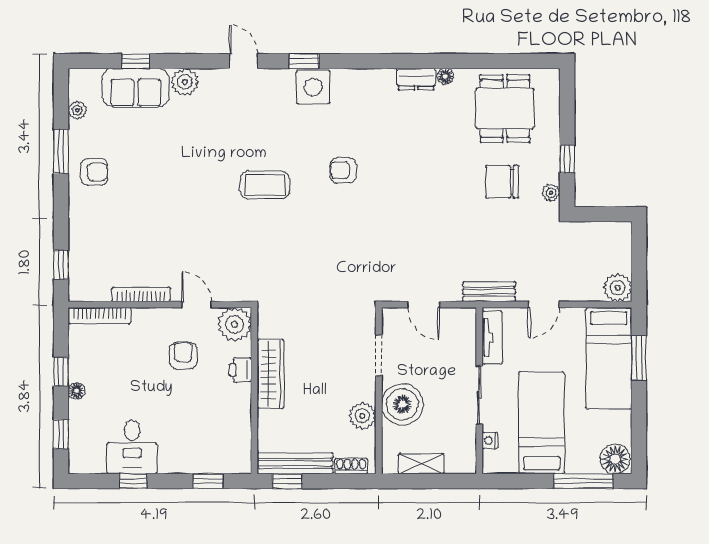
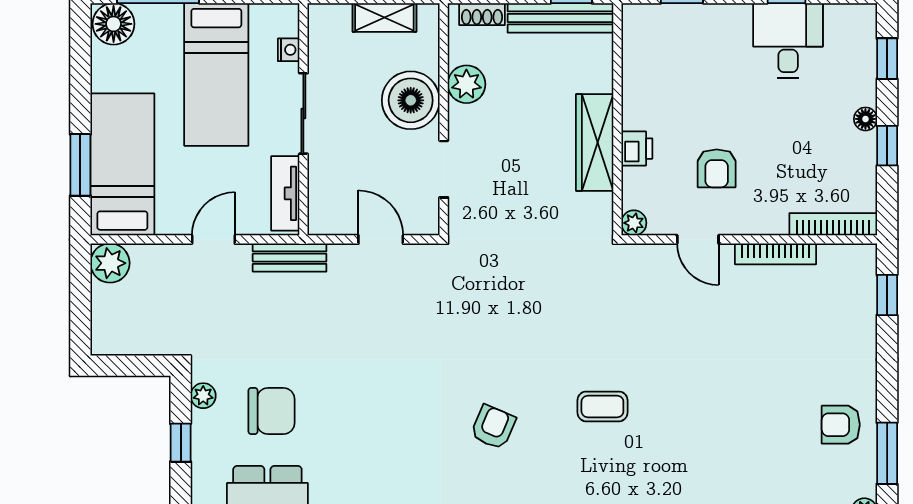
armchair: (343, 170) -> (493, 427), turned -67
coffee table: (265, 185) -> (602, 406), width x0.73, depth x0.77
plant: (235, 324) -> (634, 223), width x0.53, depth x0.53

